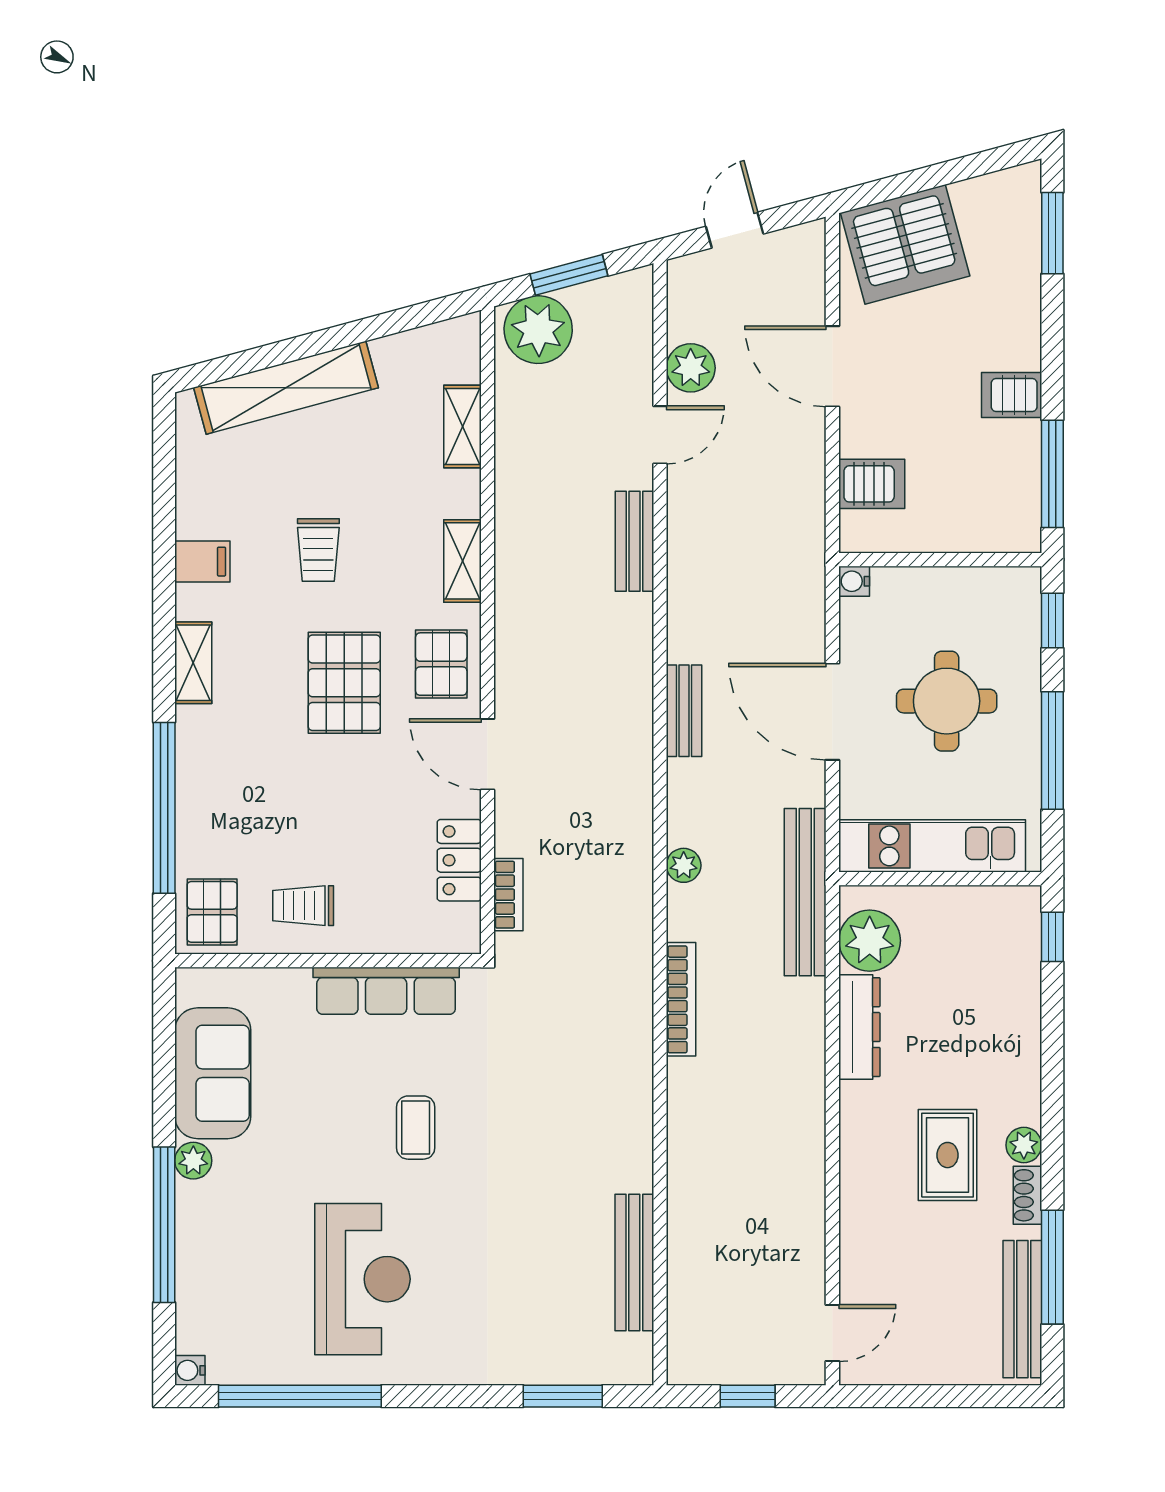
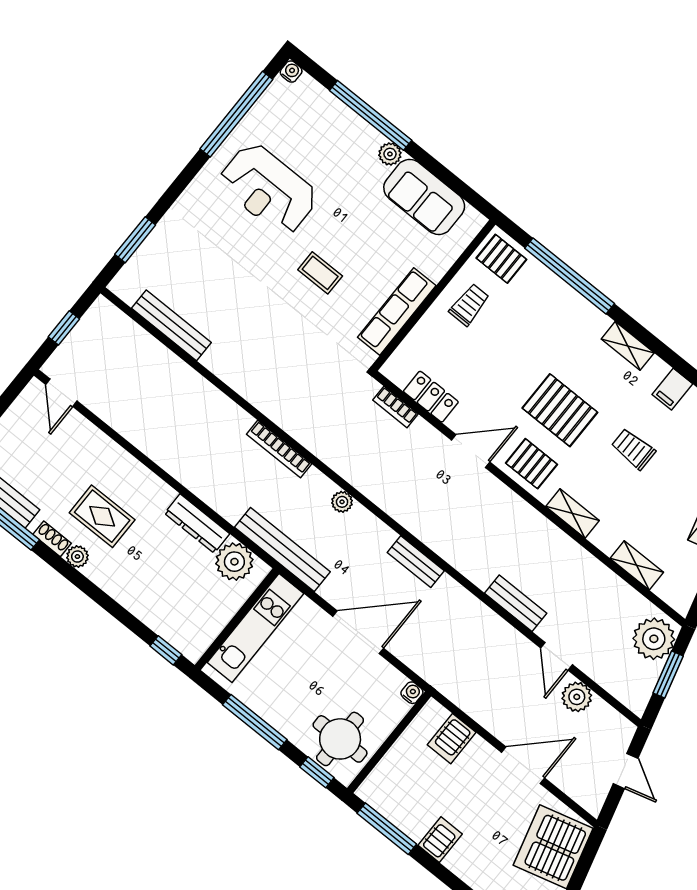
round table: (947, 701) -> (340, 739), moved

